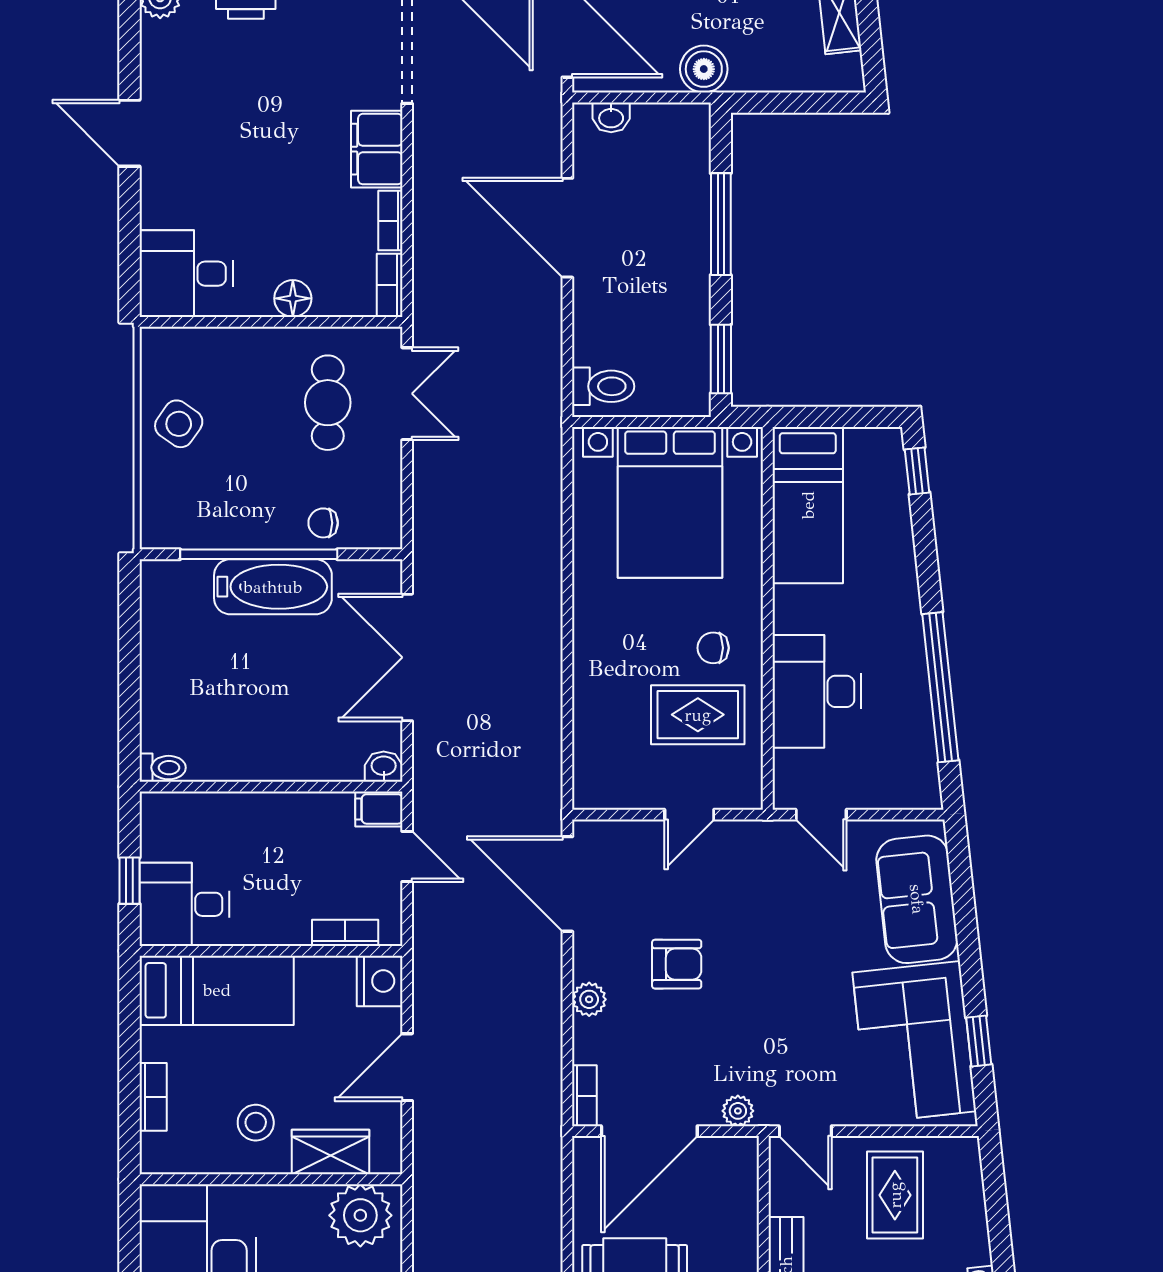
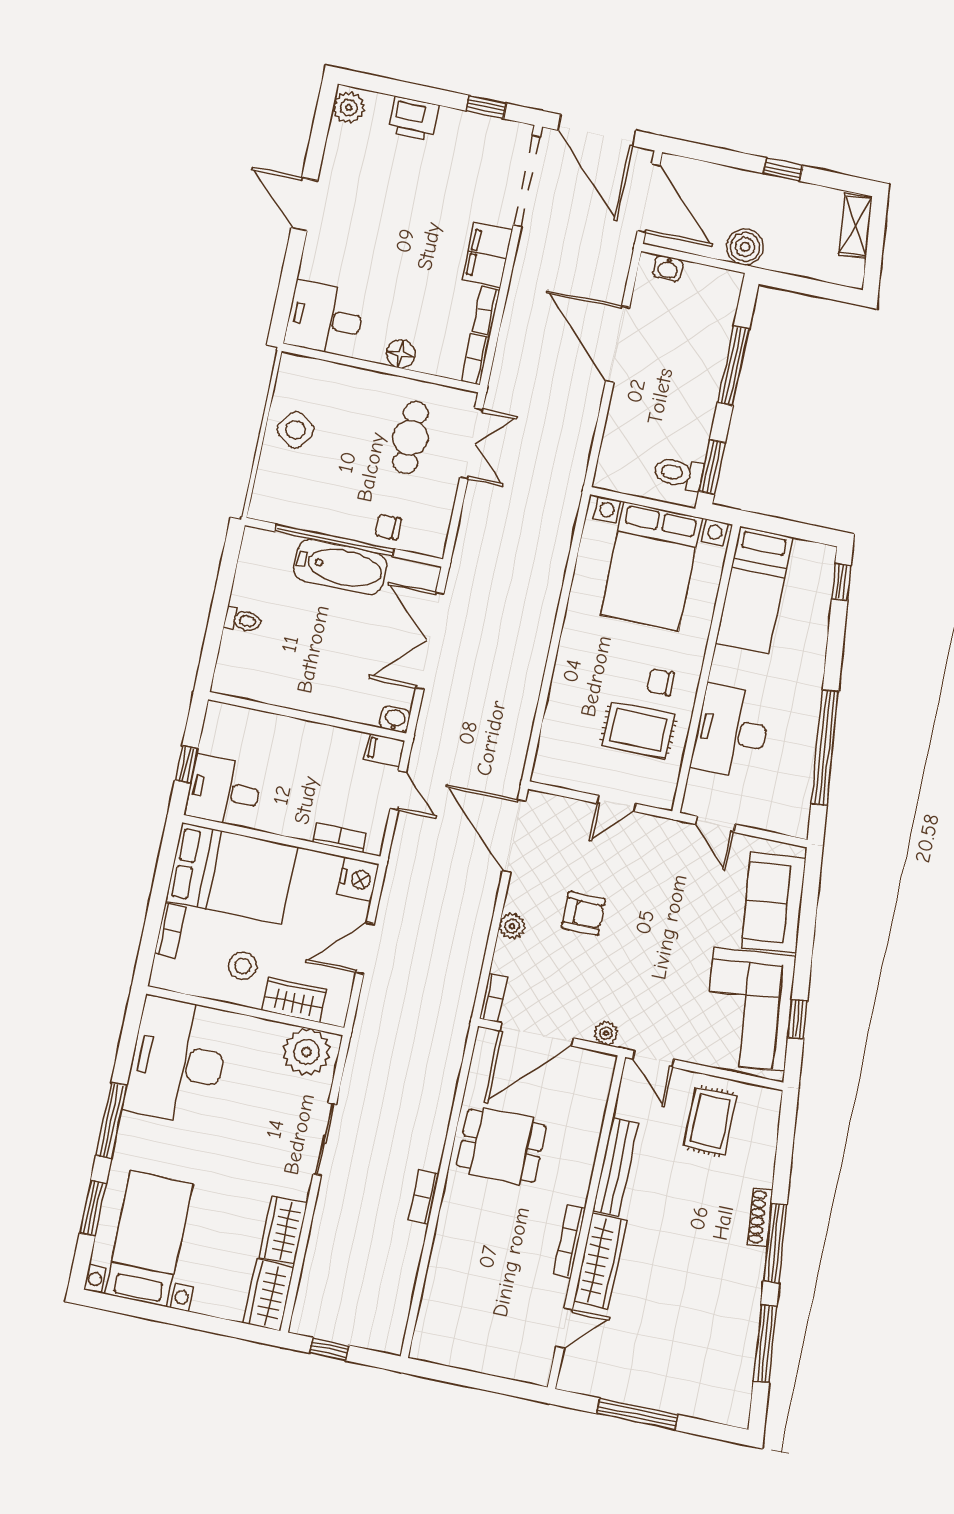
toilet: (603, 386) -> (679, 473), moved, turned 180
toilet: (163, 768) -> (243, 620), moved
bed: (217, 990) -> (232, 874), width x1.50

